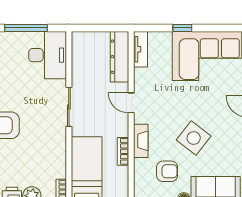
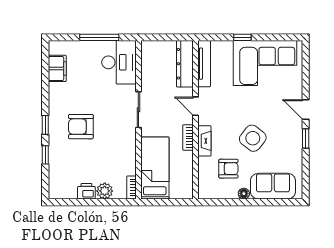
tv unit: (140, 49) -> (204, 64), width x1.41
bookcase: (123, 151) -> (188, 137), moved

